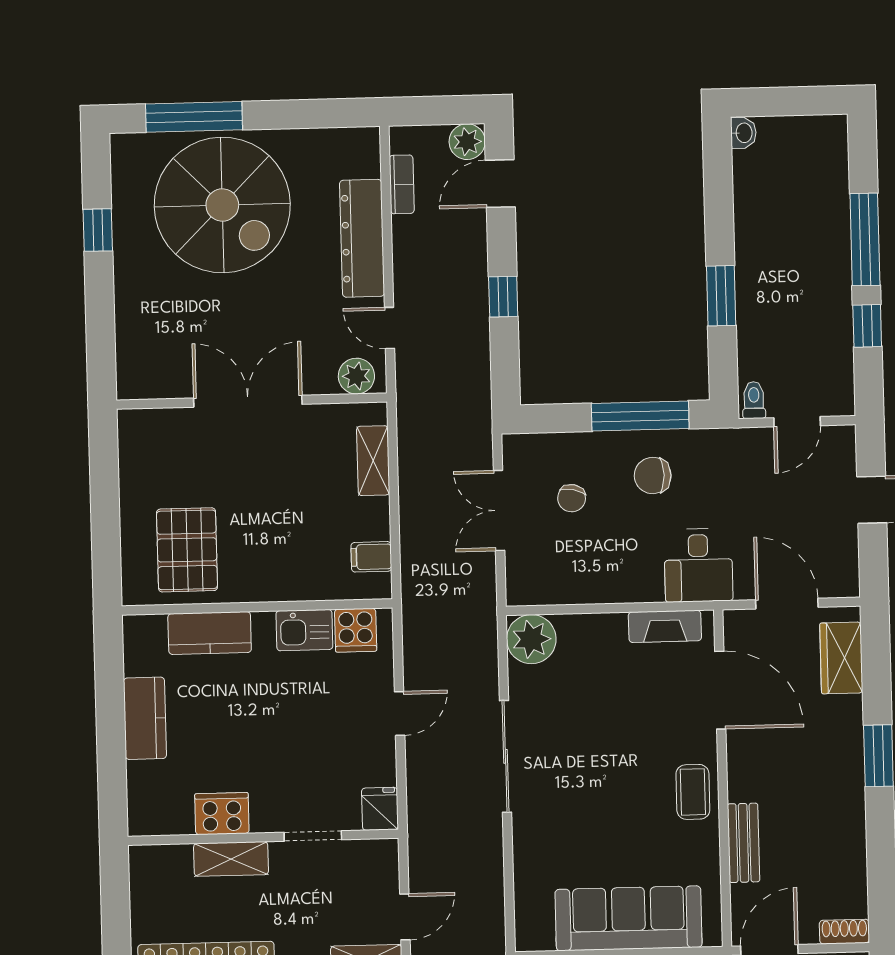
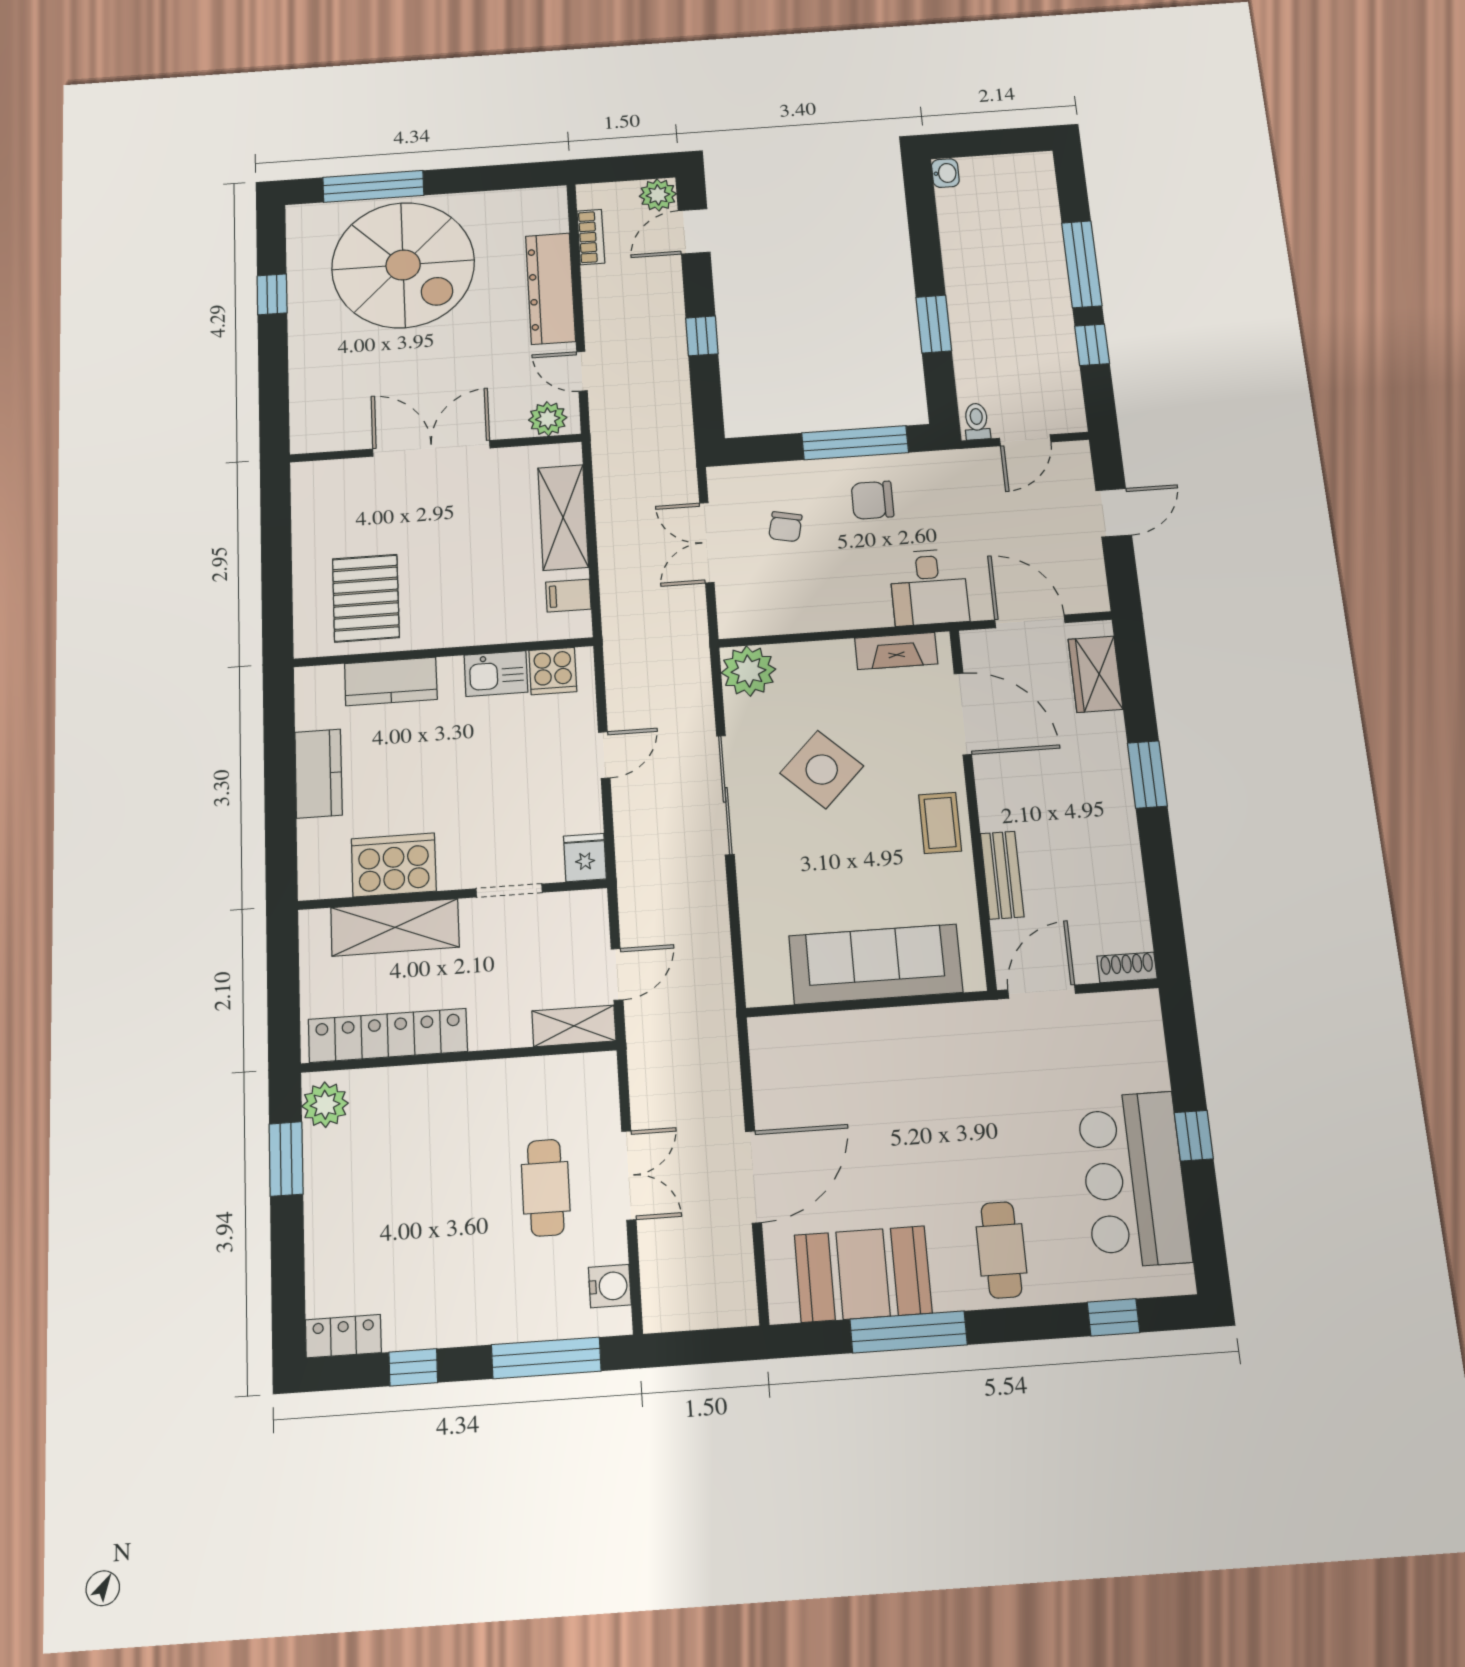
shelving: (373, 461) -> (563, 517), width x1.50, depth x1.33
side table: (592, 737) -> (822, 769), added
cooker: (222, 814) -> (394, 865), width x1.37, depth x1.31
shelving: (231, 859) -> (395, 927), width x1.50, depth x1.33

